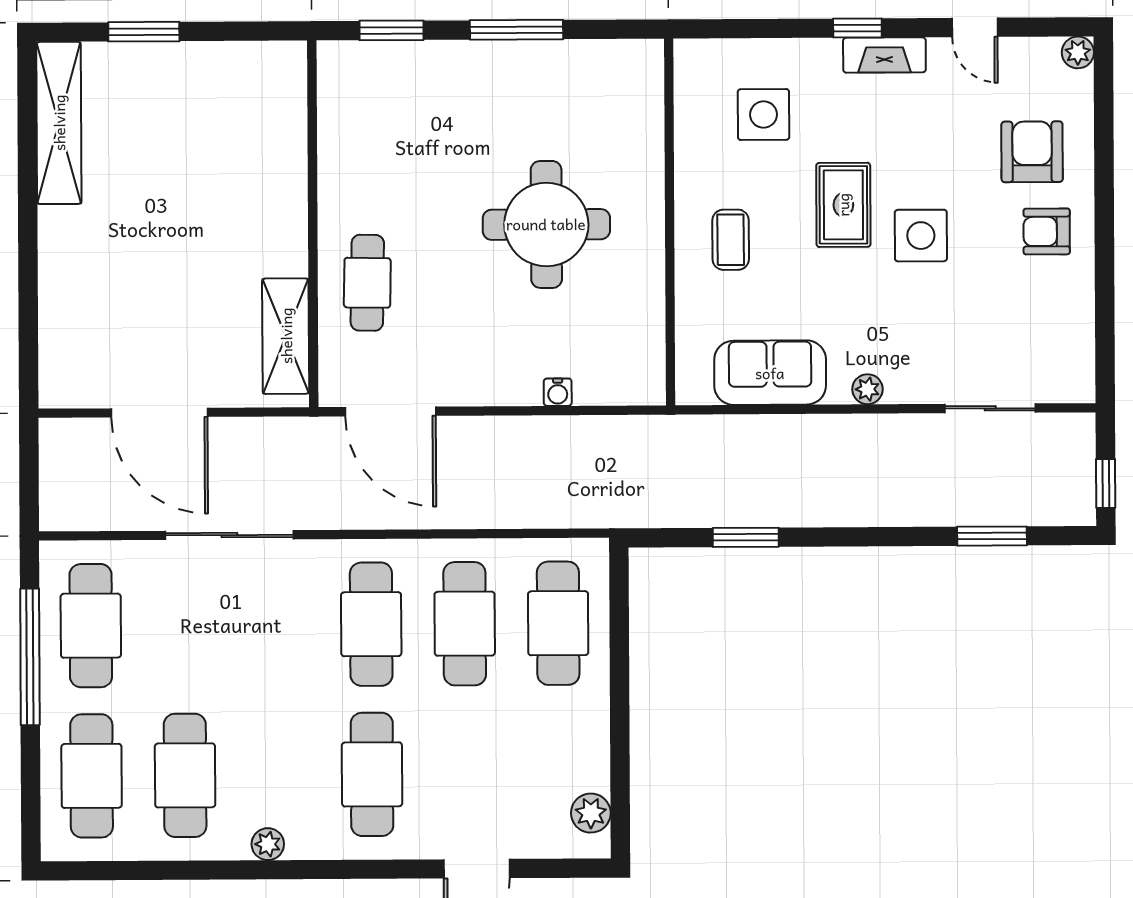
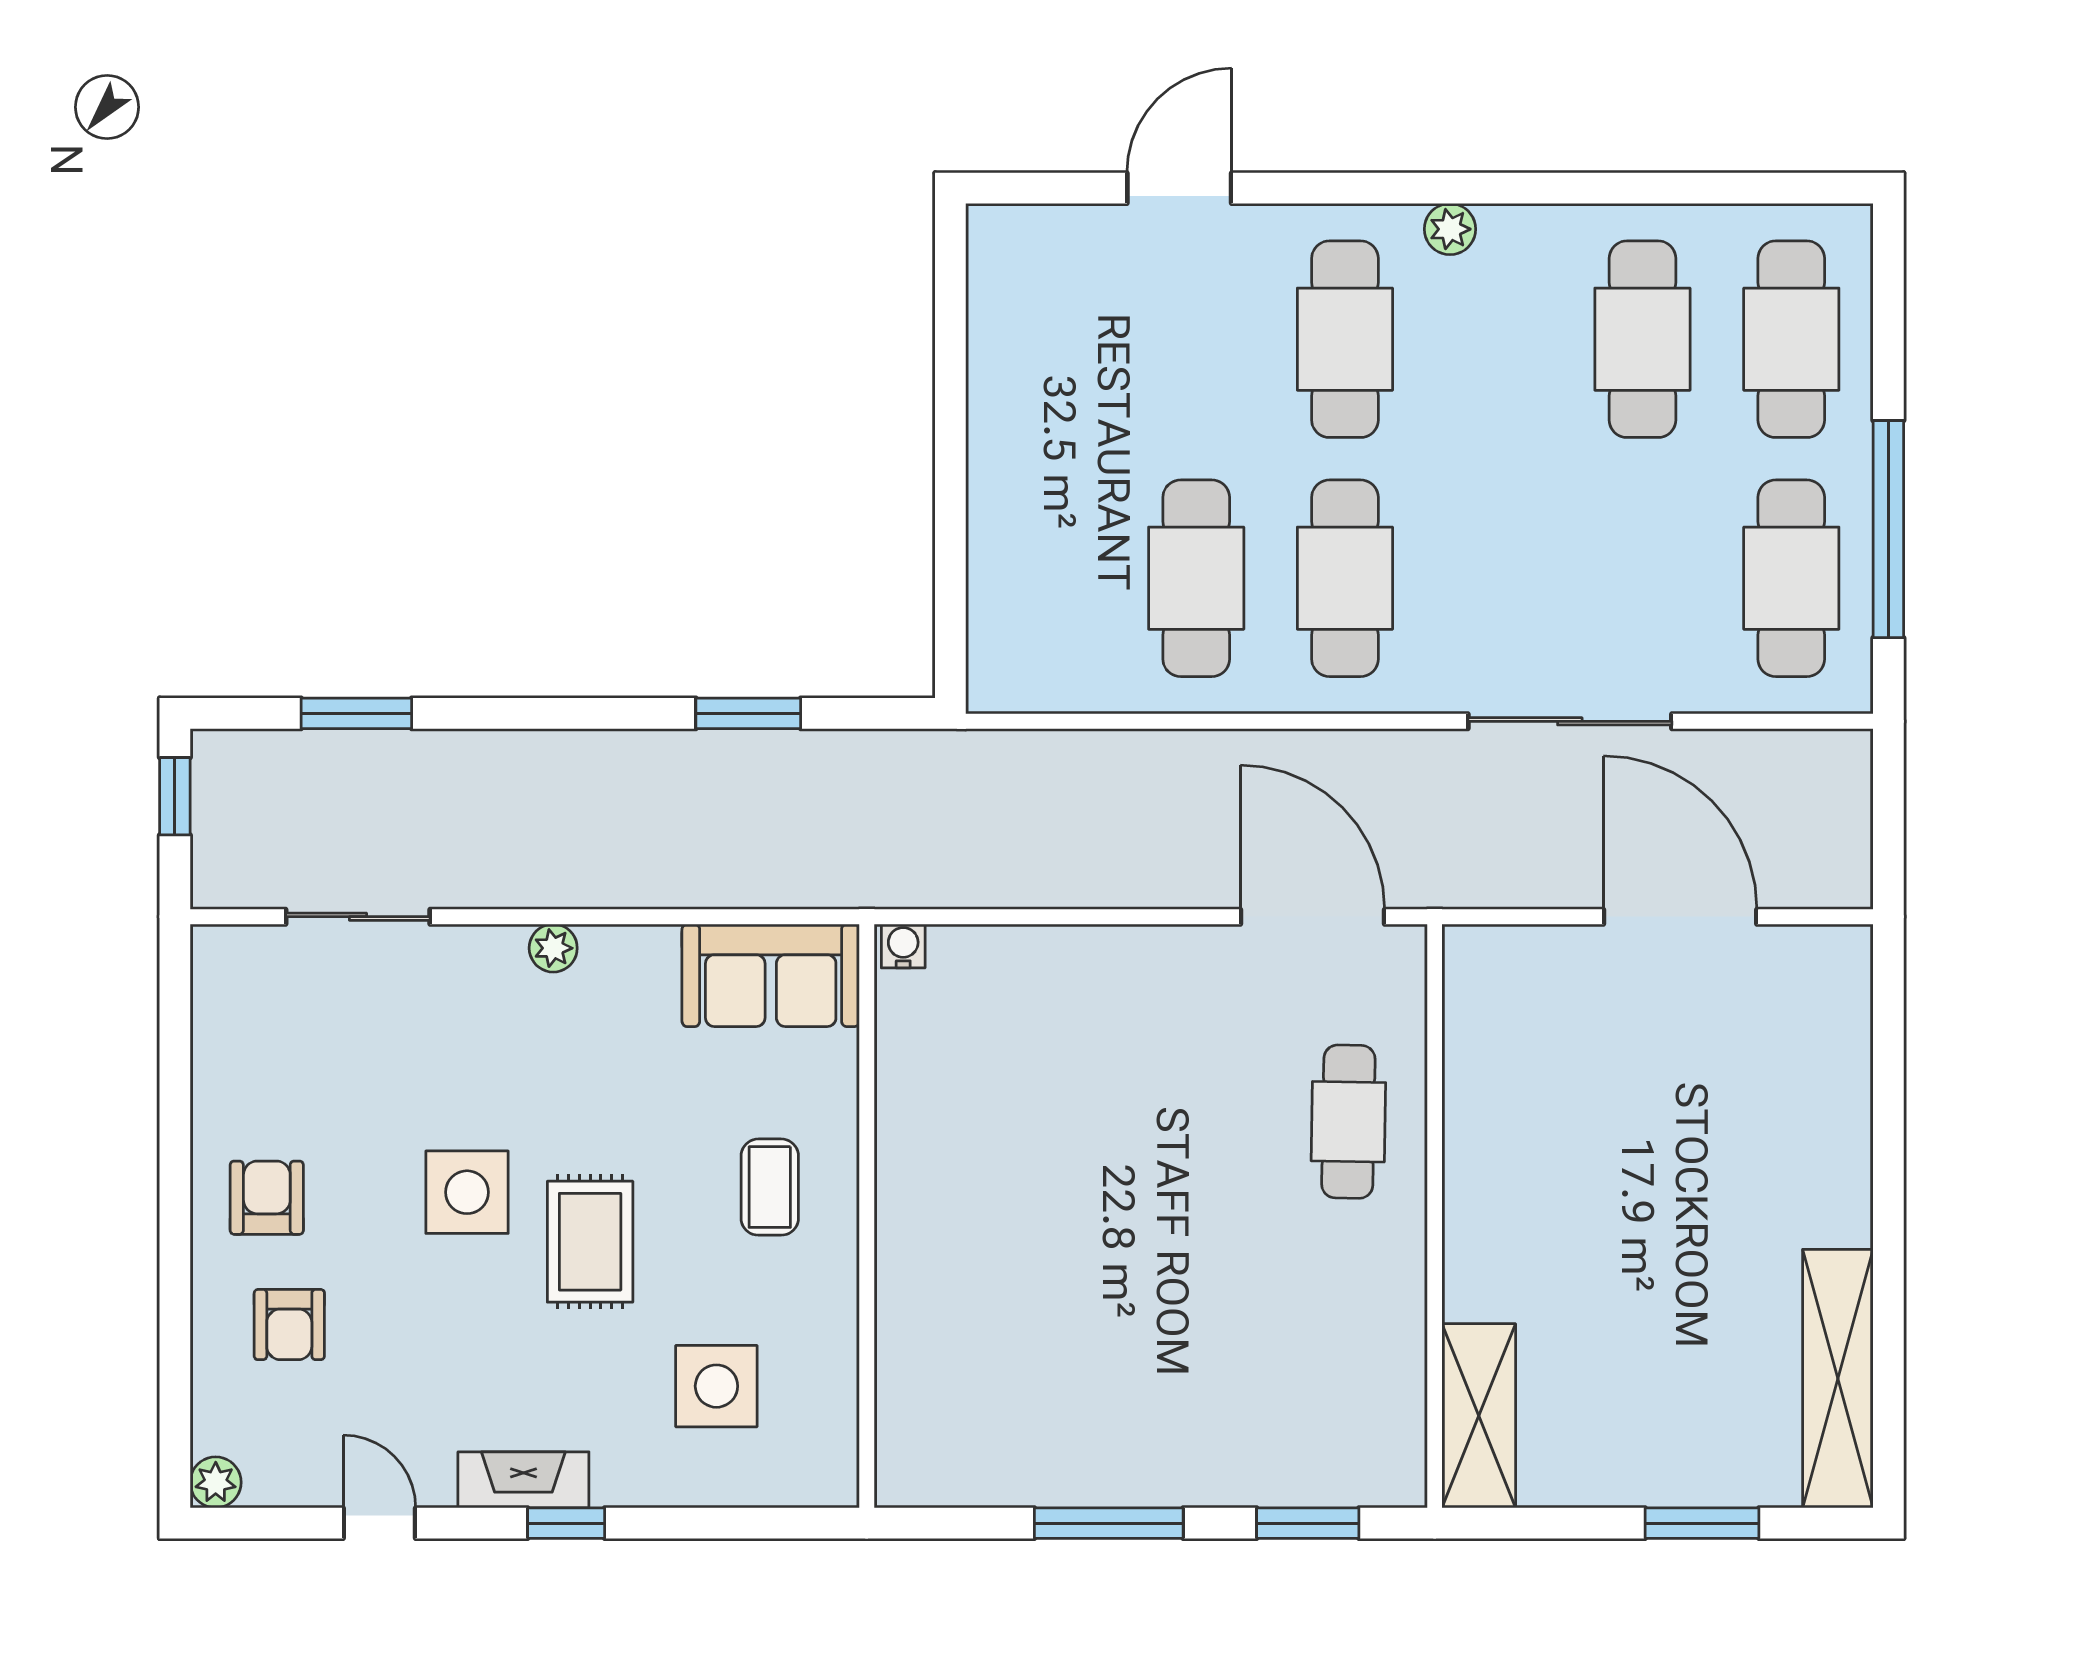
armchair: (1032, 152) -> (289, 1325), width x0.72, depth x0.72
round table: (546, 224) -> (1063, 1213), removed
armchair: (1047, 231) -> (267, 1198), turned -90
shelving: (286, 336) -> (1479, 1416), moved
sofa: (770, 373) -> (771, 975), moved
water cooler: (558, 392) -> (903, 946), moved
cafe table: (558, 623) -> (1047, 578), removed
plant: (591, 813) -> (997, 276), removed
plant: (268, 844) -> (1450, 229), moved

